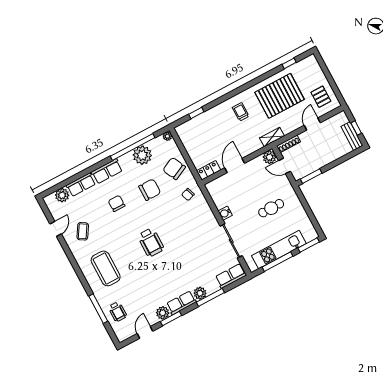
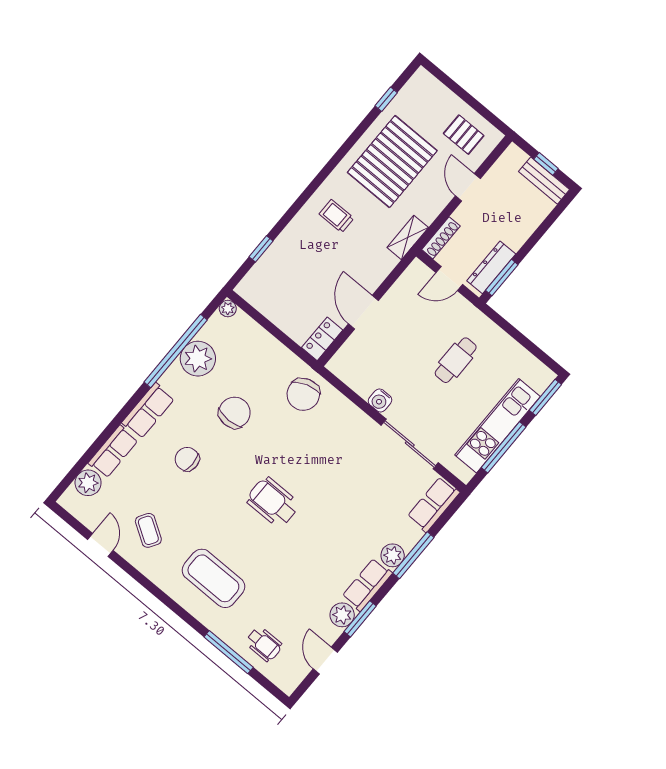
plant: (269, 157) -> (417, 274), removed
chair: (174, 168) -> (262, 359), removed
dresser: (308, 169) -> (491, 267), added
chair: (188, 194) -> (303, 394), width x1.87, depth x1.87
wheelchair: (151, 242) -> (273, 502), turned 180

